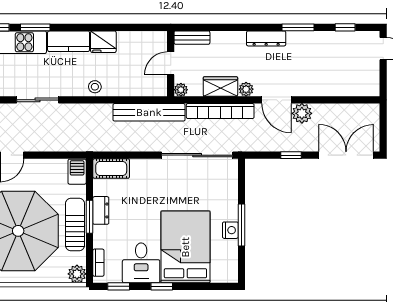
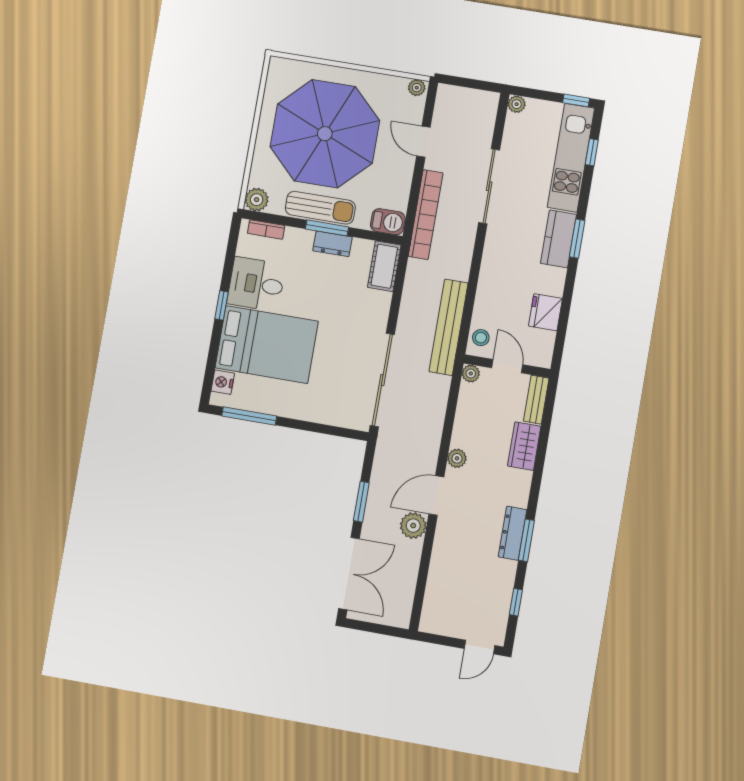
window: (35, 27) -> (577, 239), moved
dresser: (266, 38) -> (513, 533), moved
fridge: (103, 42) -> (545, 312), moved
stool: (95, 87) -> (481, 338), moved
wardrobe: (220, 87) -> (524, 446), moved, turned 180
sliding door: (38, 100) -> (489, 186), width x1.37
bookcase: (220, 111) -> (426, 215), moved, turned 180
window: (291, 155) -> (361, 502), width x1.50
window: (242, 225) -> (249, 416), moved
nightstand: (230, 230) -> (223, 382), moved, turned 90
window: (119, 286) -> (231, 250), removed

